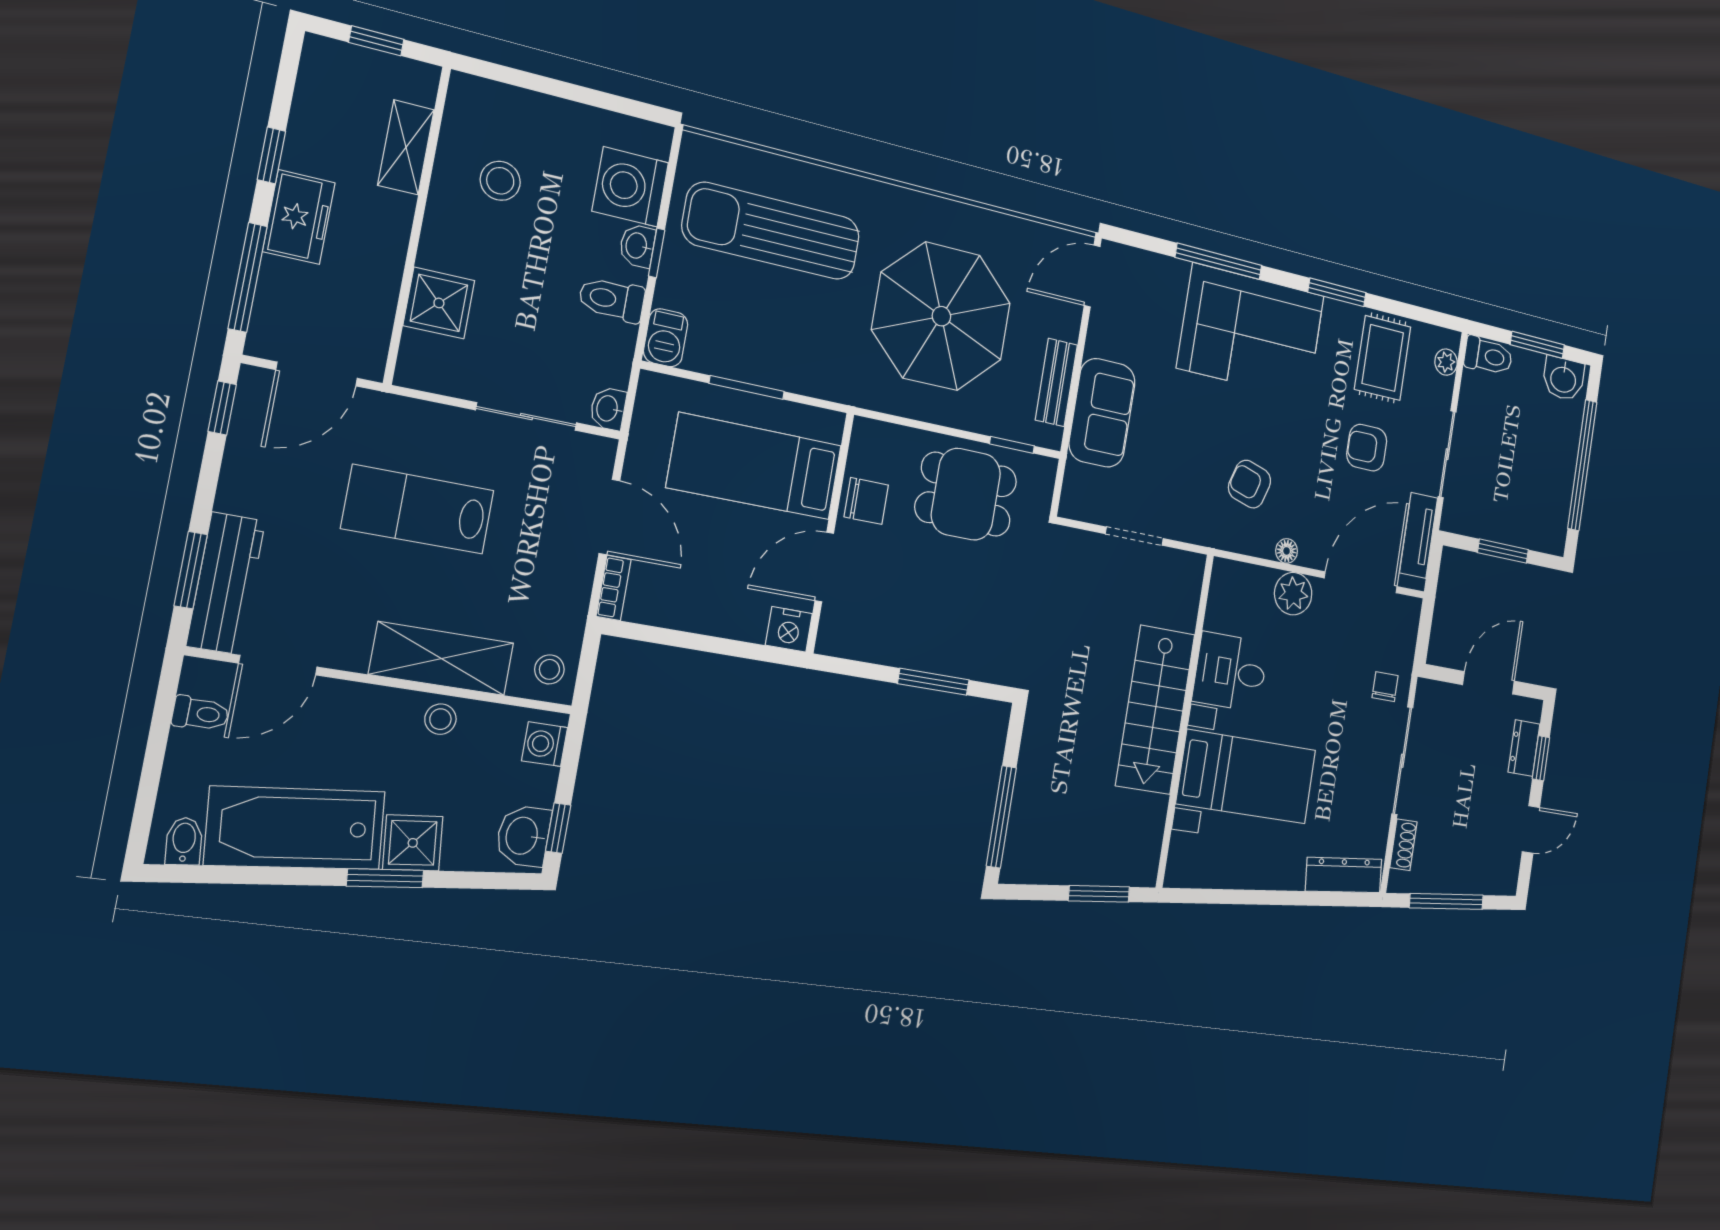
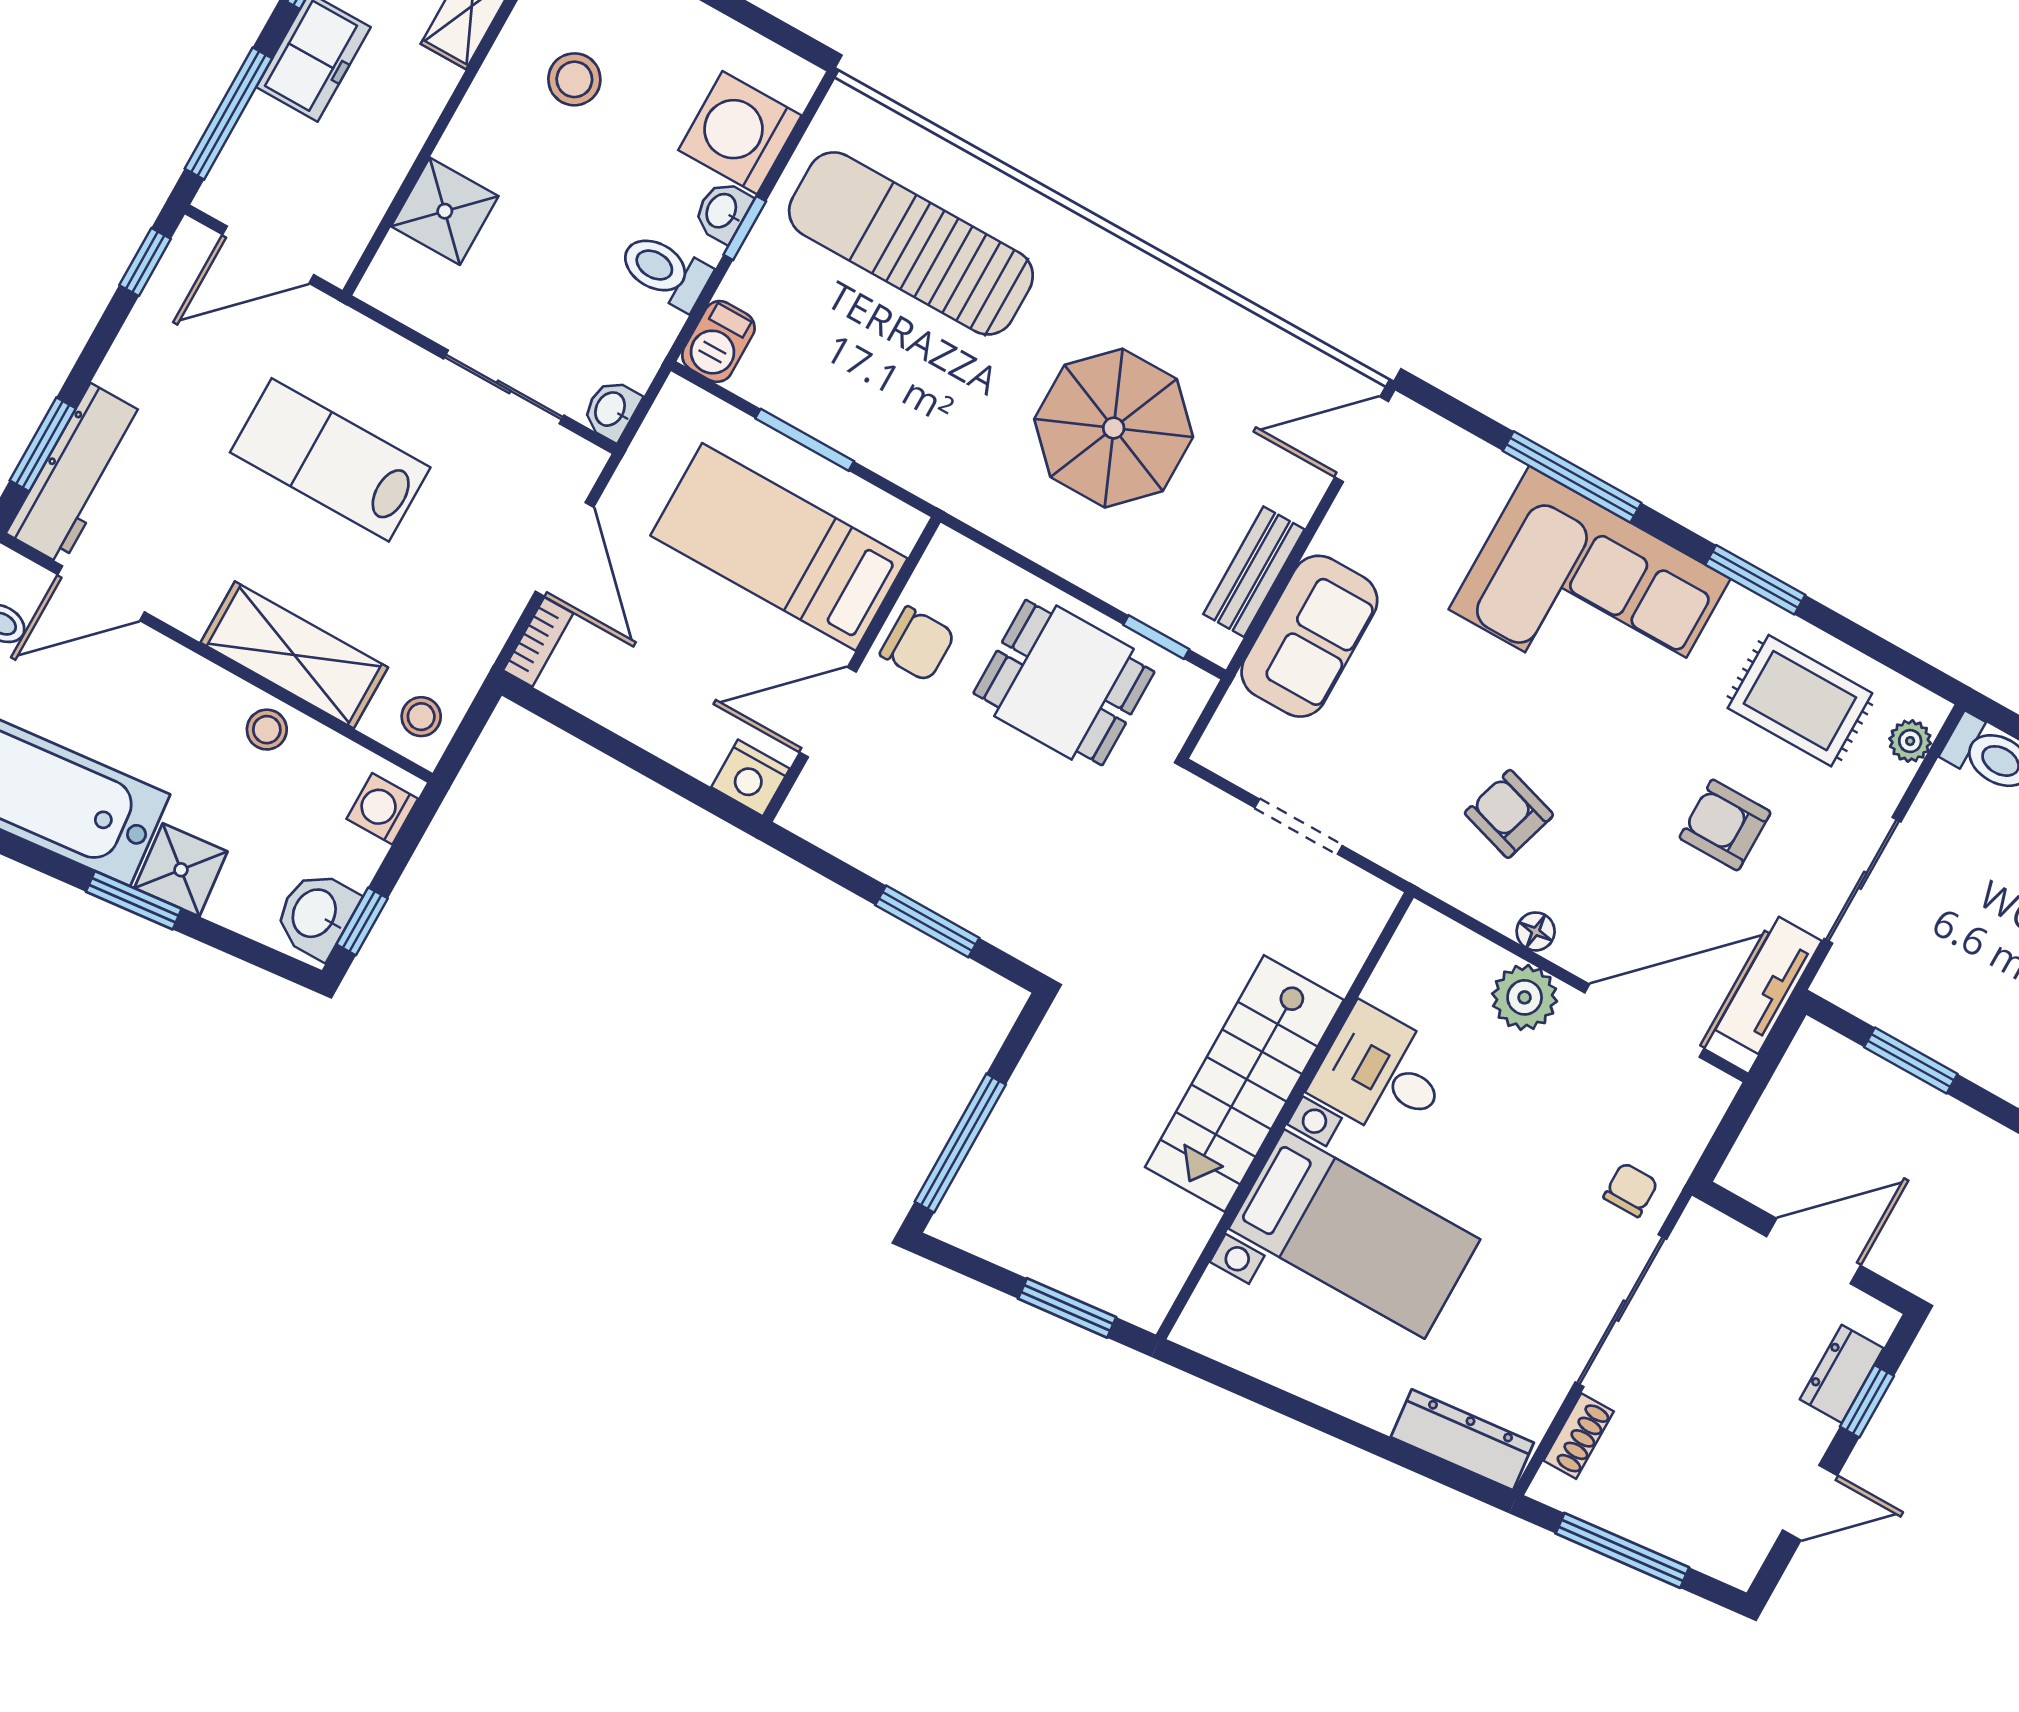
parasol: (941, 316) -> (1114, 428), width x0.73, depth x0.73
rug: (1383, 358) -> (1800, 701), turned 90

